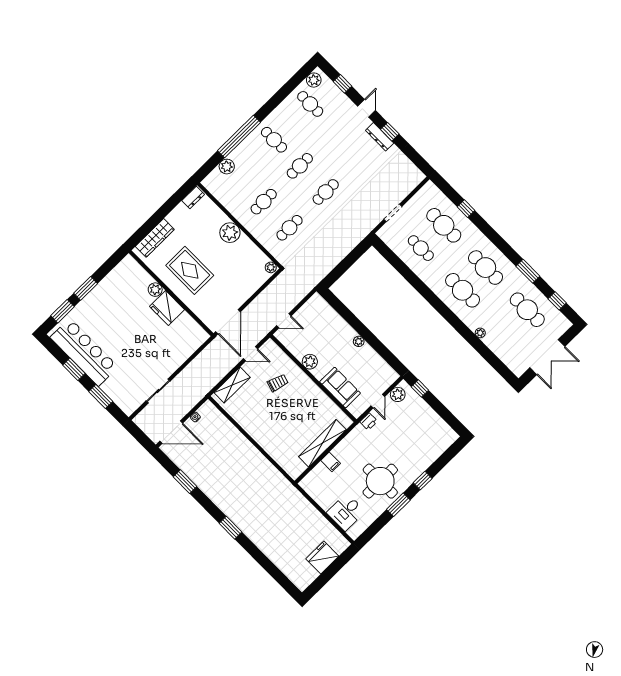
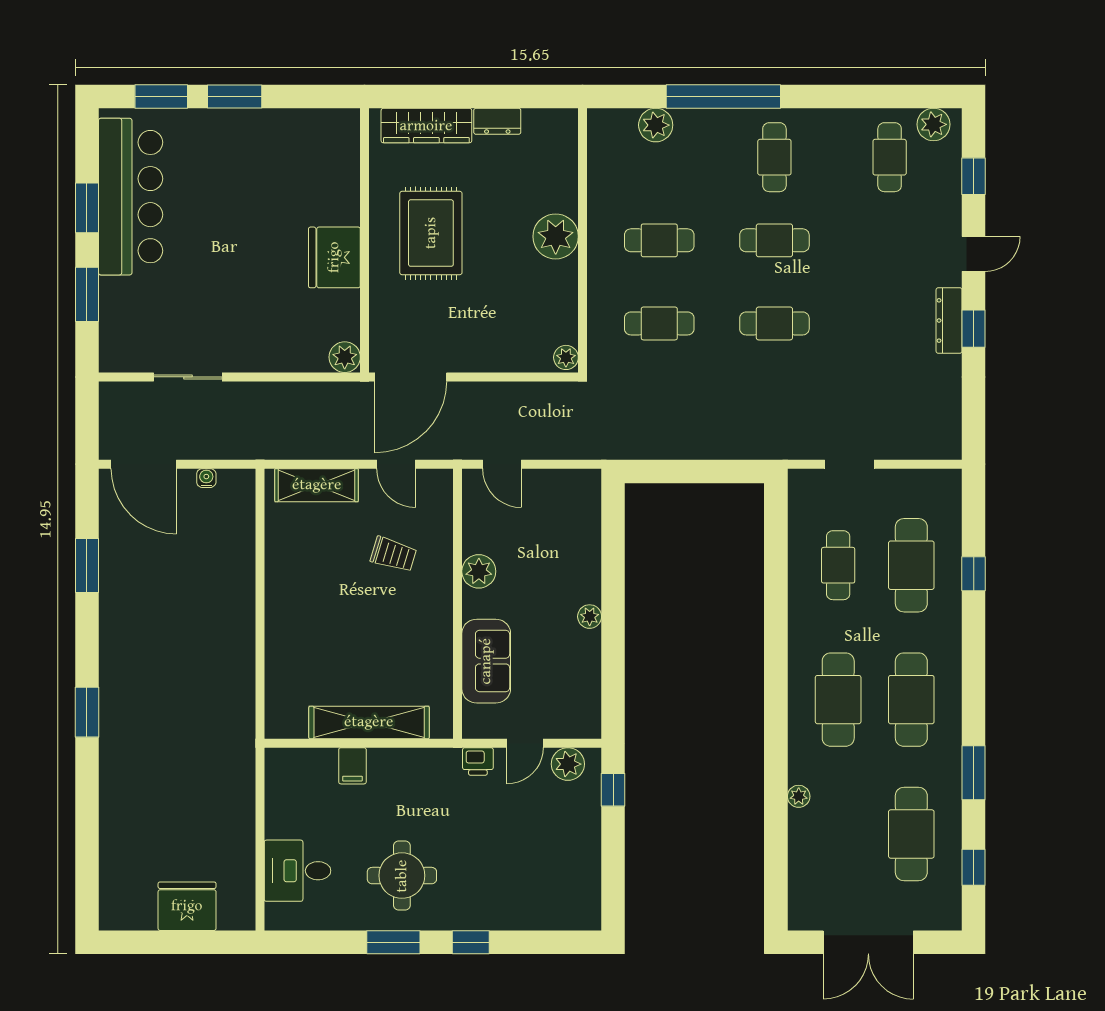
dresser: (193, 197) -> (497, 121), moved
plant: (155, 290) -> (345, 357), moved
round table: (380, 481) -> (402, 876), width x0.73, depth x0.73

